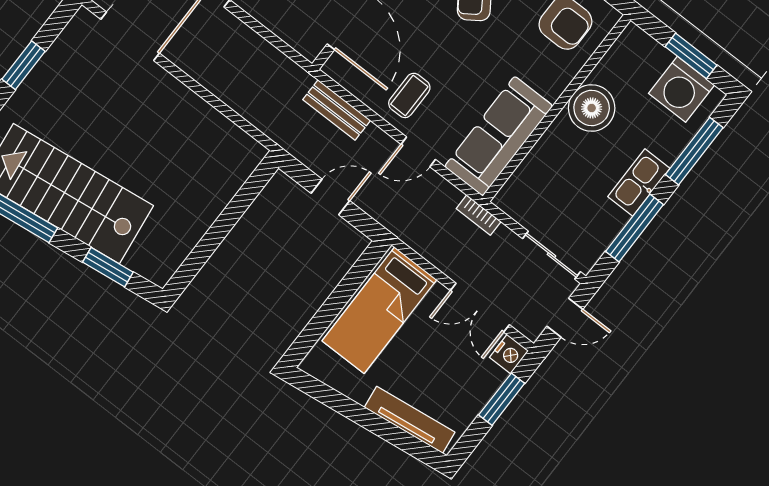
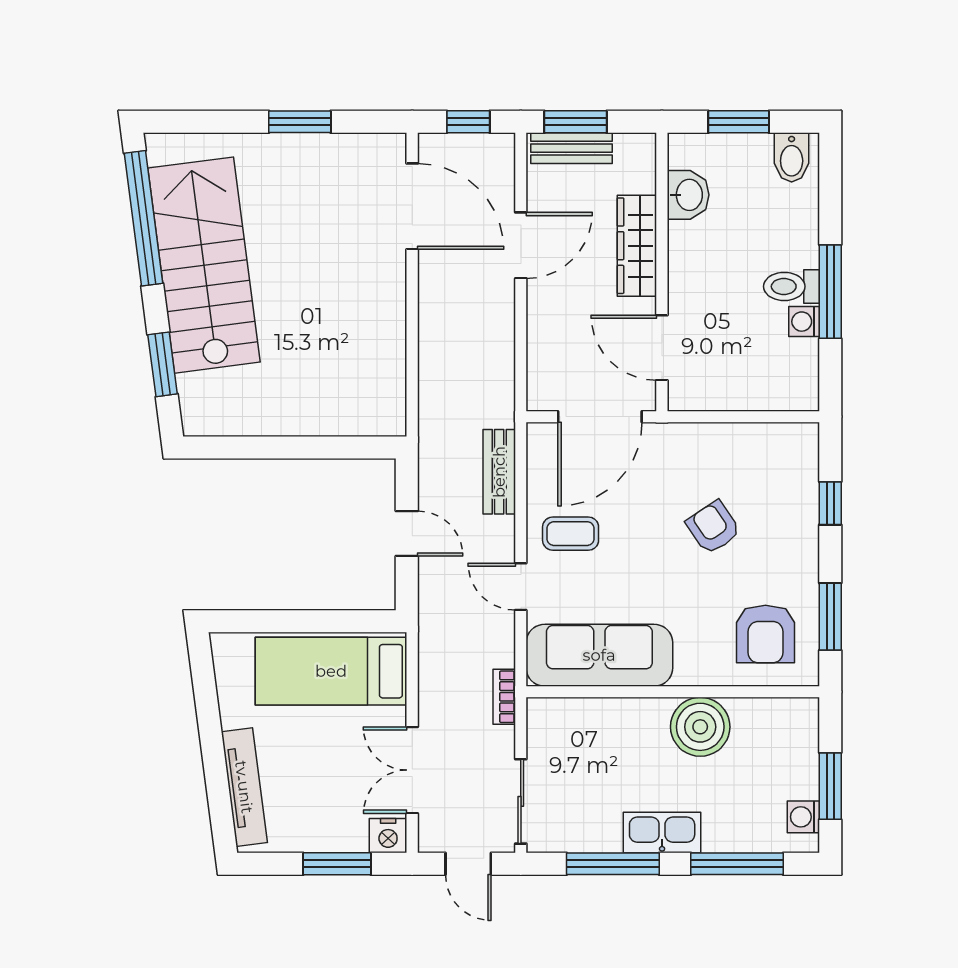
washing machine: (682, 89) -> (803, 817), width x0.53, depth x0.53

